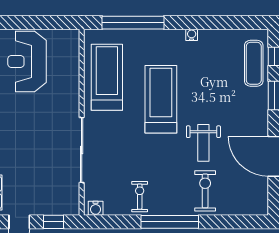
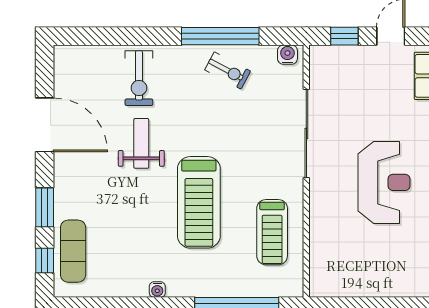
reception desk: (27, 61) -> (384, 182), moved
treadmill: (107, 77) -> (272, 232), width x0.73, depth x0.73
exercise bike: (140, 197) -> (228, 70), turned -62
window: (170, 222) -> (220, 36), moved

